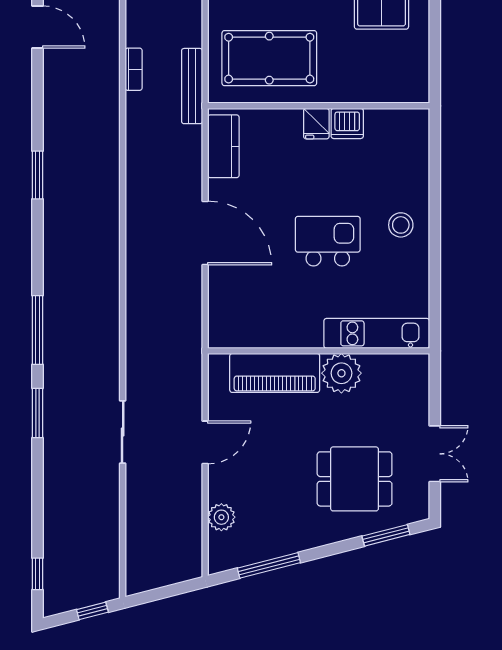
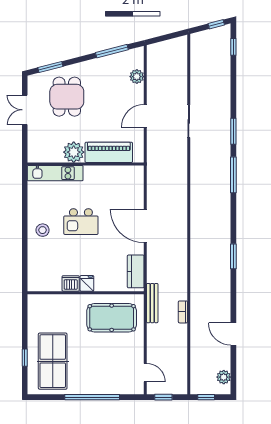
dining table: (355, 479) -> (67, 97), turned 90
window: (92, 611) -> (216, 24), moved

